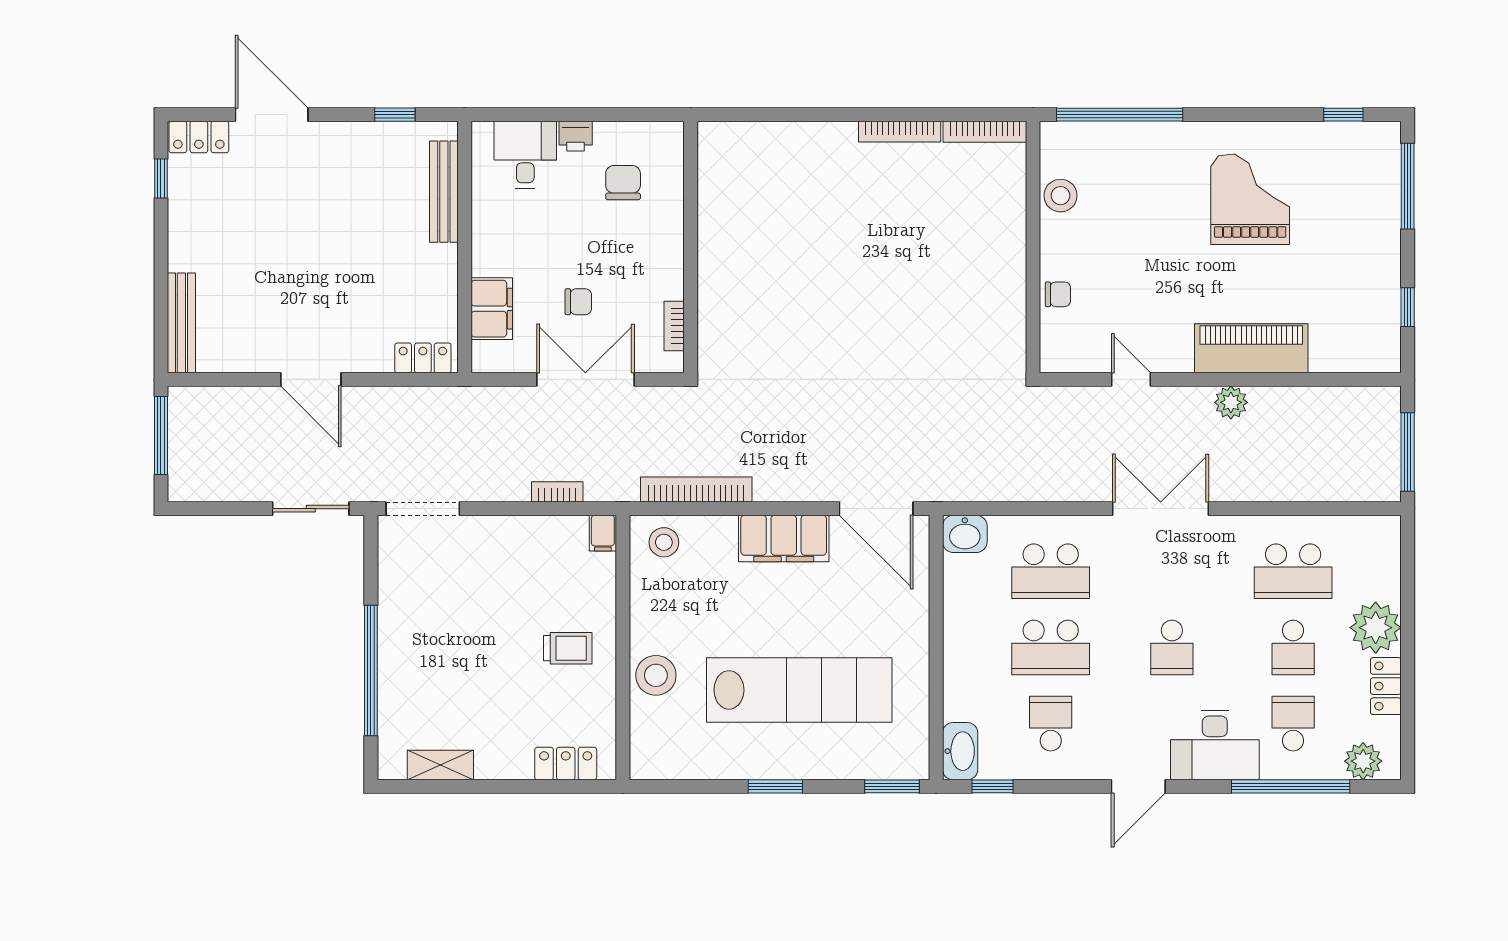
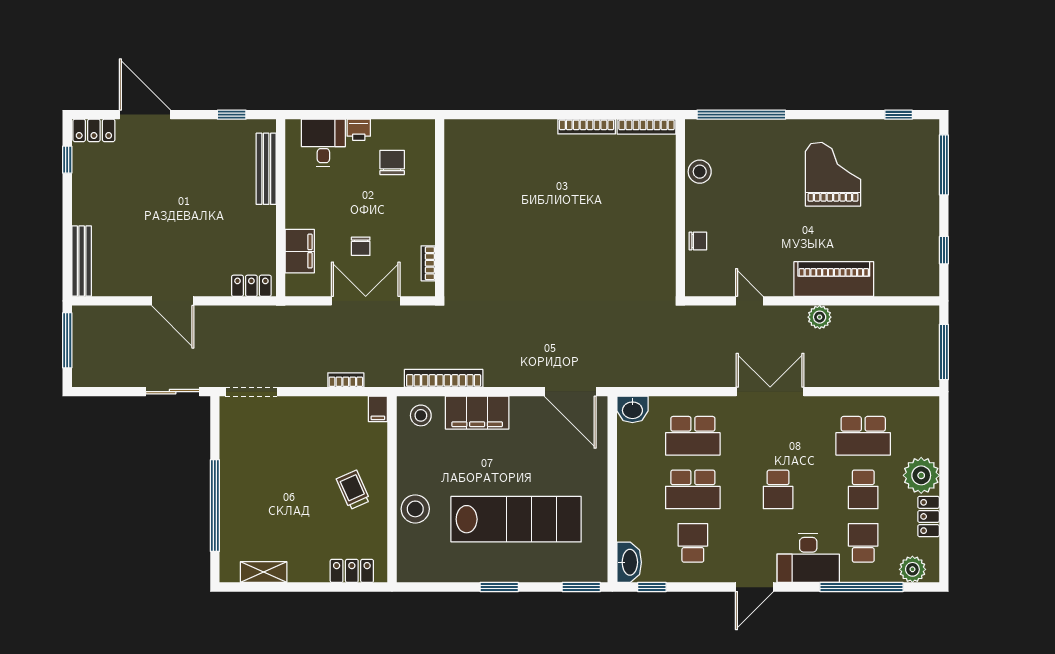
chair: (578, 302) -> (361, 246), turned 90
filing cabinet: (784, 538) -> (477, 413), moved
trolley: (568, 648) -> (353, 490), turned -114

